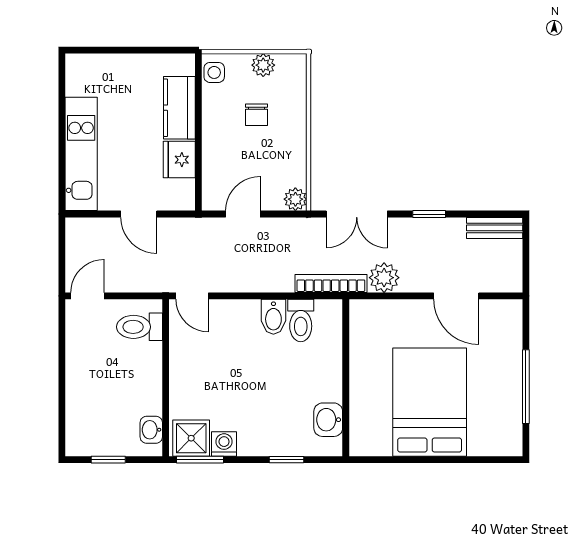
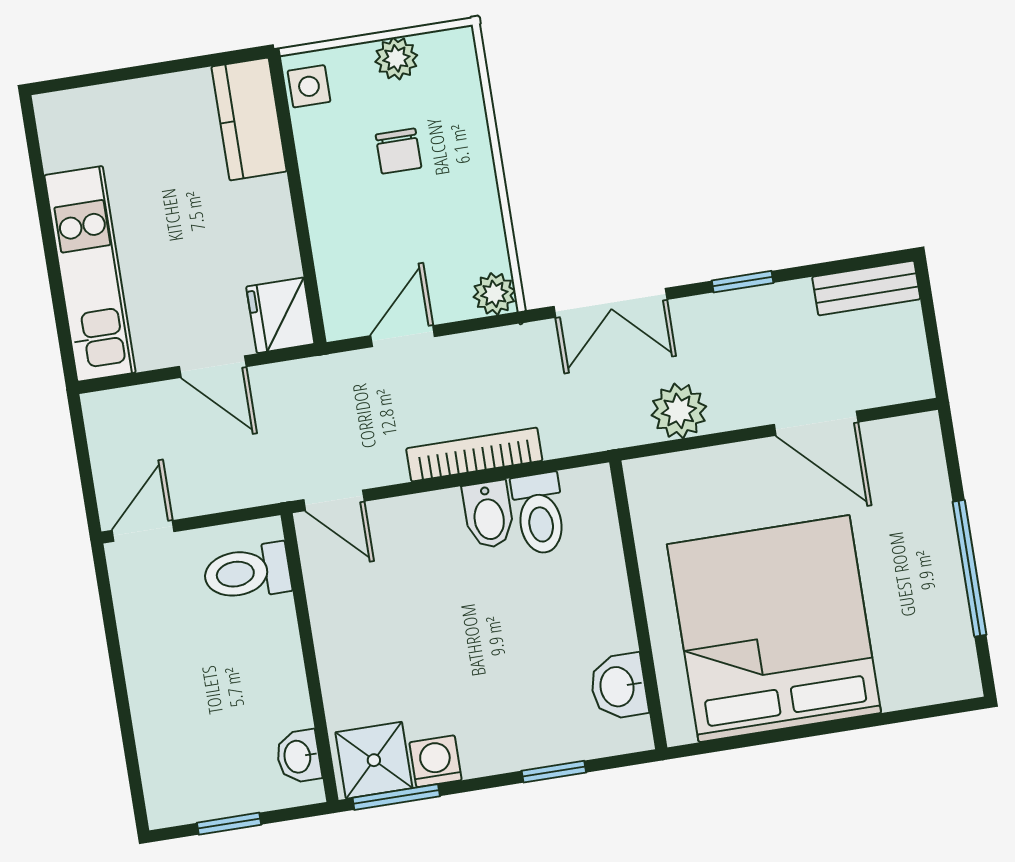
kitchen counter: (179, 108) -> (249, 119), moved
fridge: (179, 160) -> (280, 315), moved
bookcase: (331, 283) -> (474, 455), moved
bed: (430, 402) -> (774, 629), width x1.36

